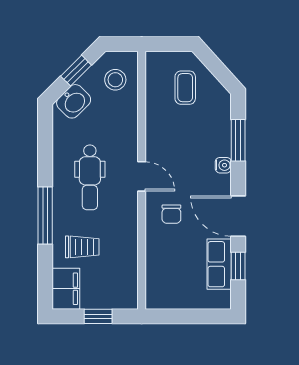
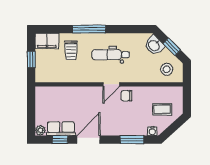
water cooler: (223, 165) -> (152, 131), moved
chair: (171, 214) -> (126, 96), moved
plant: (222, 300) -> (40, 130), added

